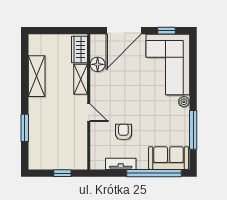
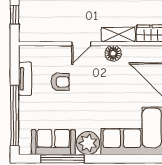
floor lamp: (98, 64) -> (113, 53), moved
plant: (184, 102) -> (88, 143), width x1.87, depth x1.87
sofa: (169, 158) -> (53, 142), moved, turned -90

